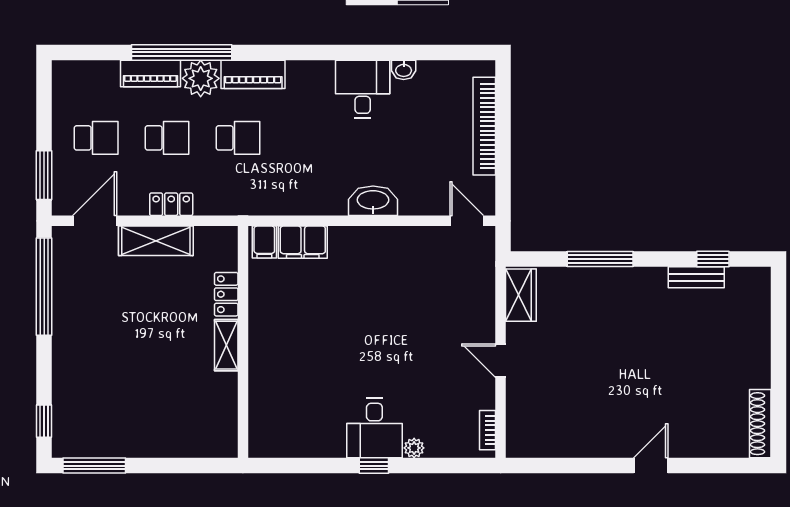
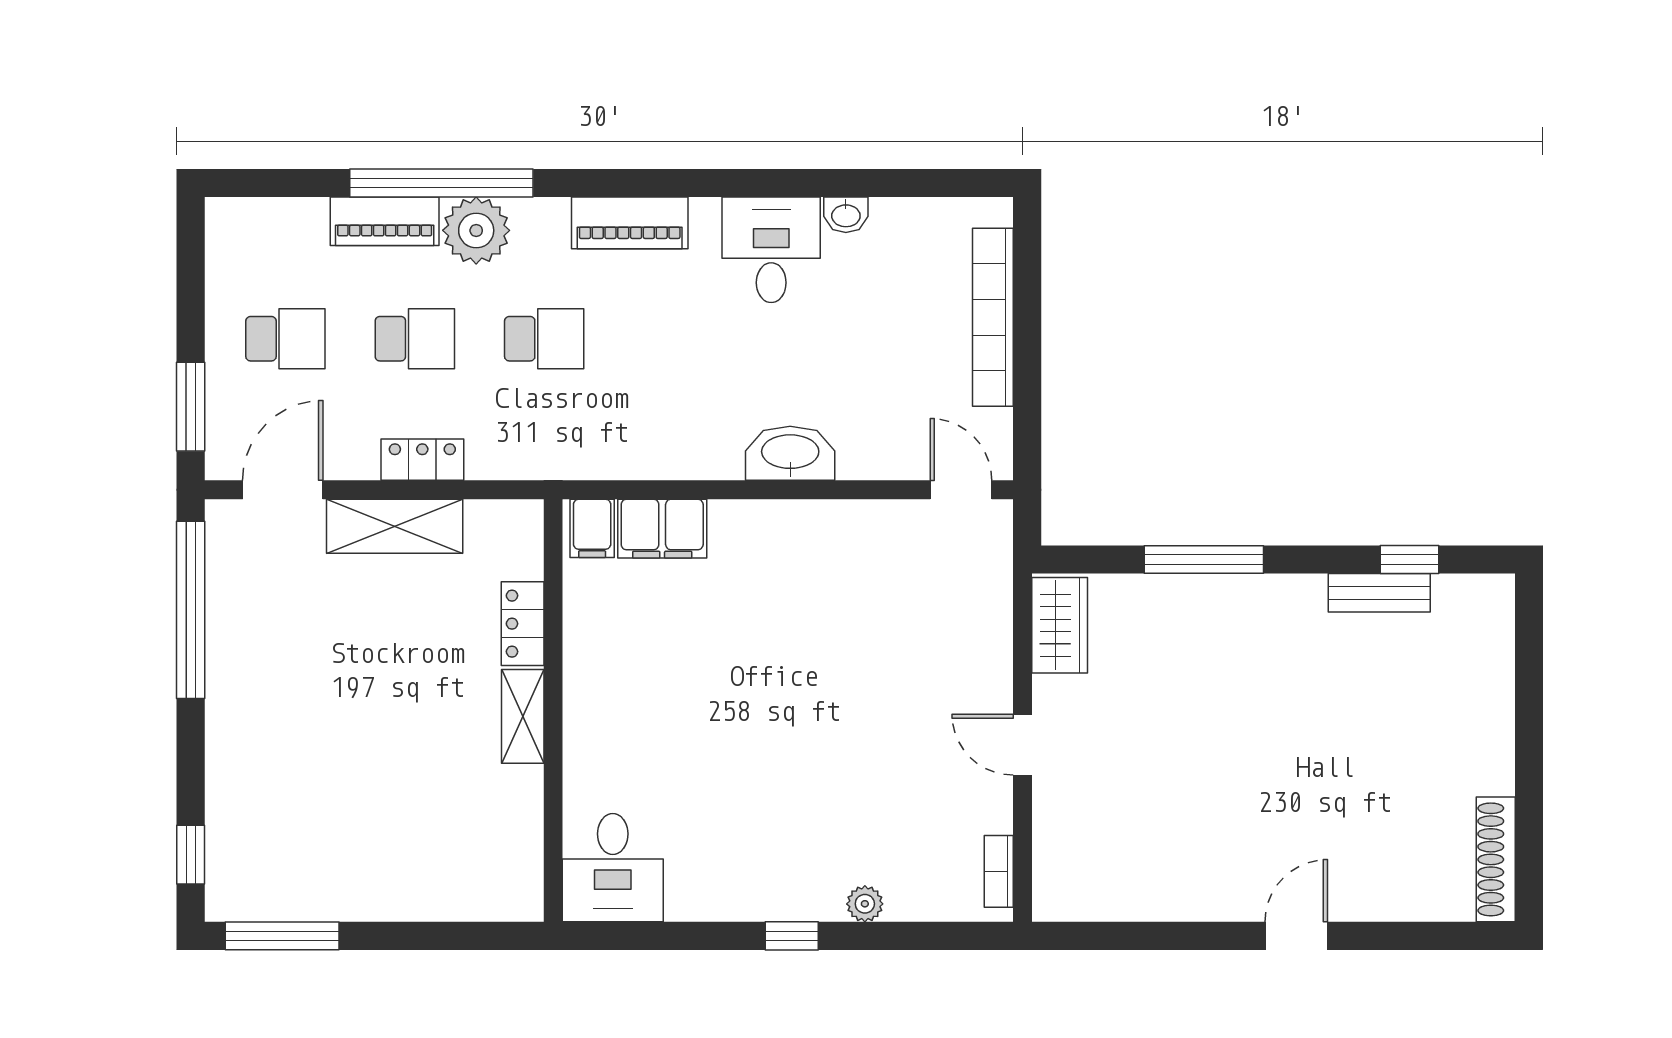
piano: (253, 74) -> (630, 223), moved
desk: (374, 428) -> (613, 868), moved

